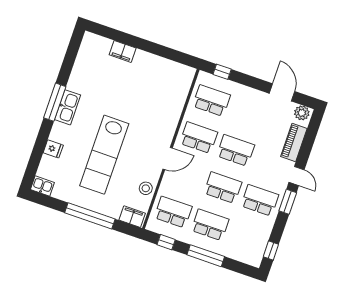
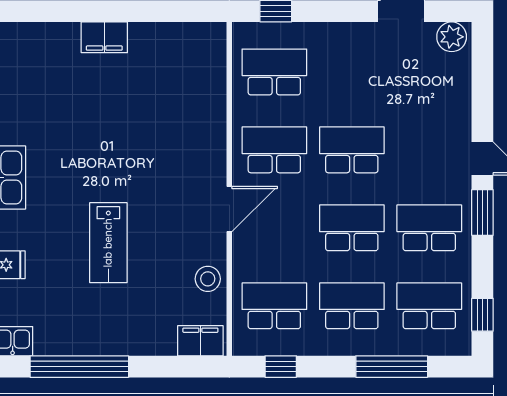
filing cabinet: (123, 51) -> (104, 37), moved
piano: (294, 142) -> (456, 97), removed
lab bench: (104, 155) -> (108, 243), width x0.54, depth x0.72
window: (90, 216) -> (79, 367), moved
school desk: (247, 238) -> (429, 306), added
window: (206, 256) -> (392, 367), moved

